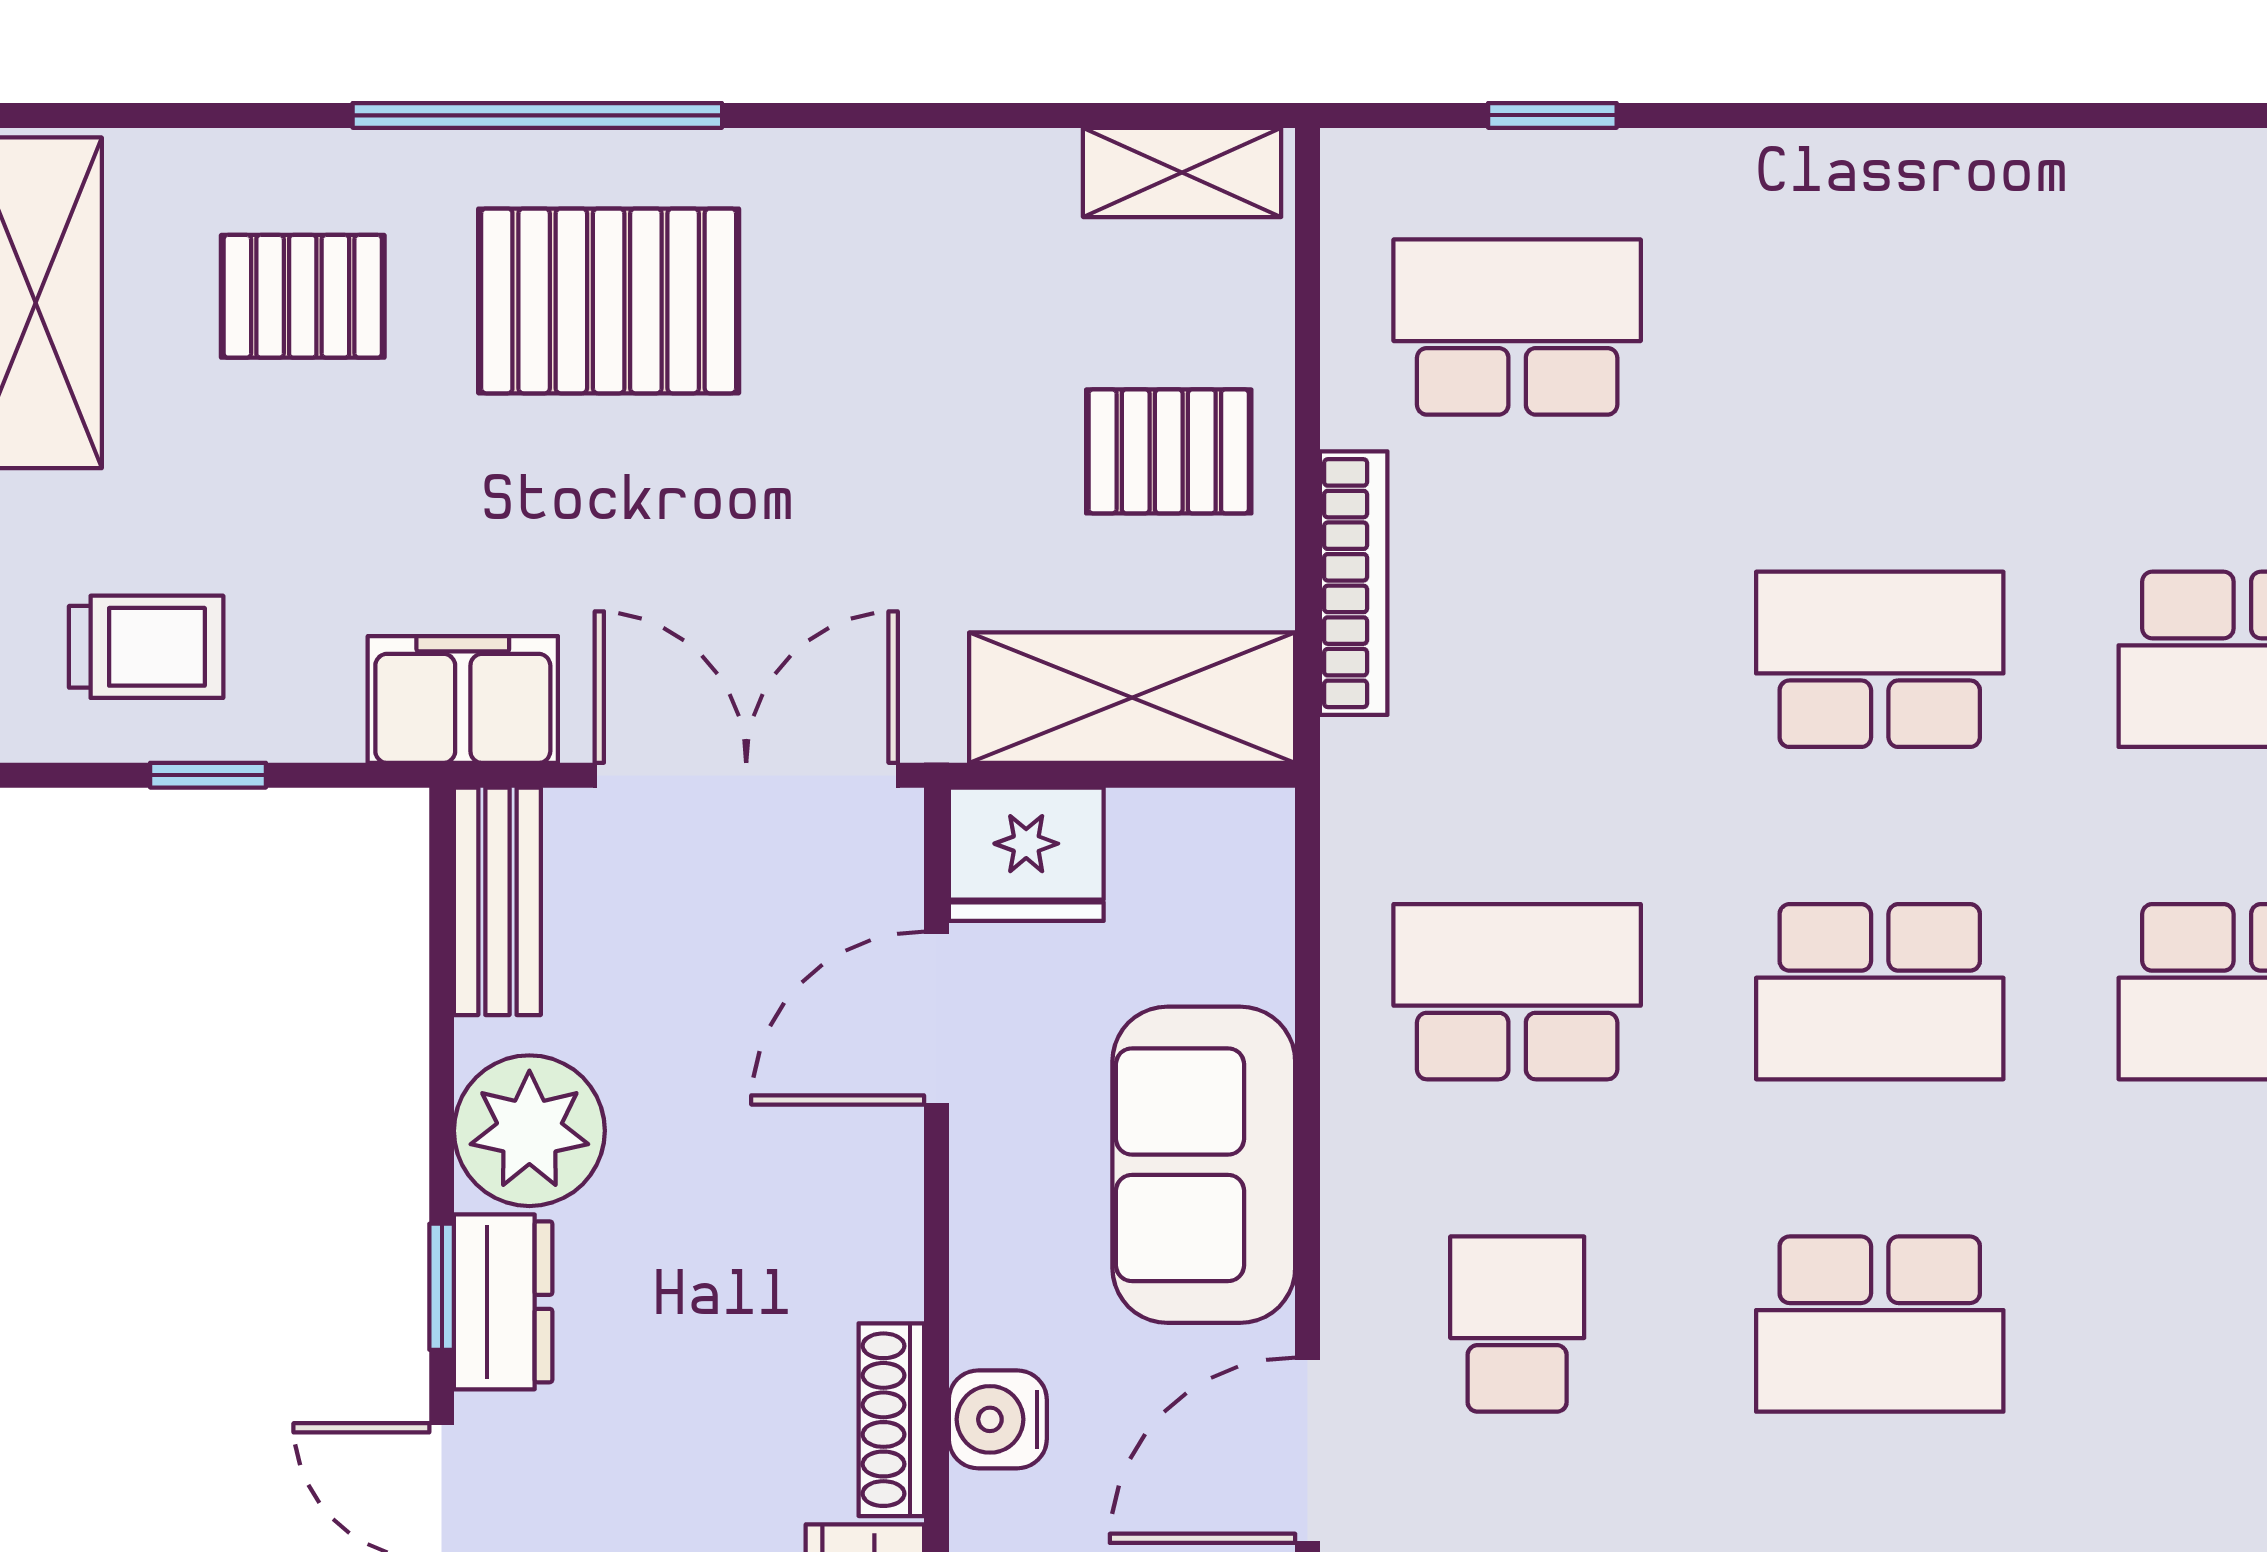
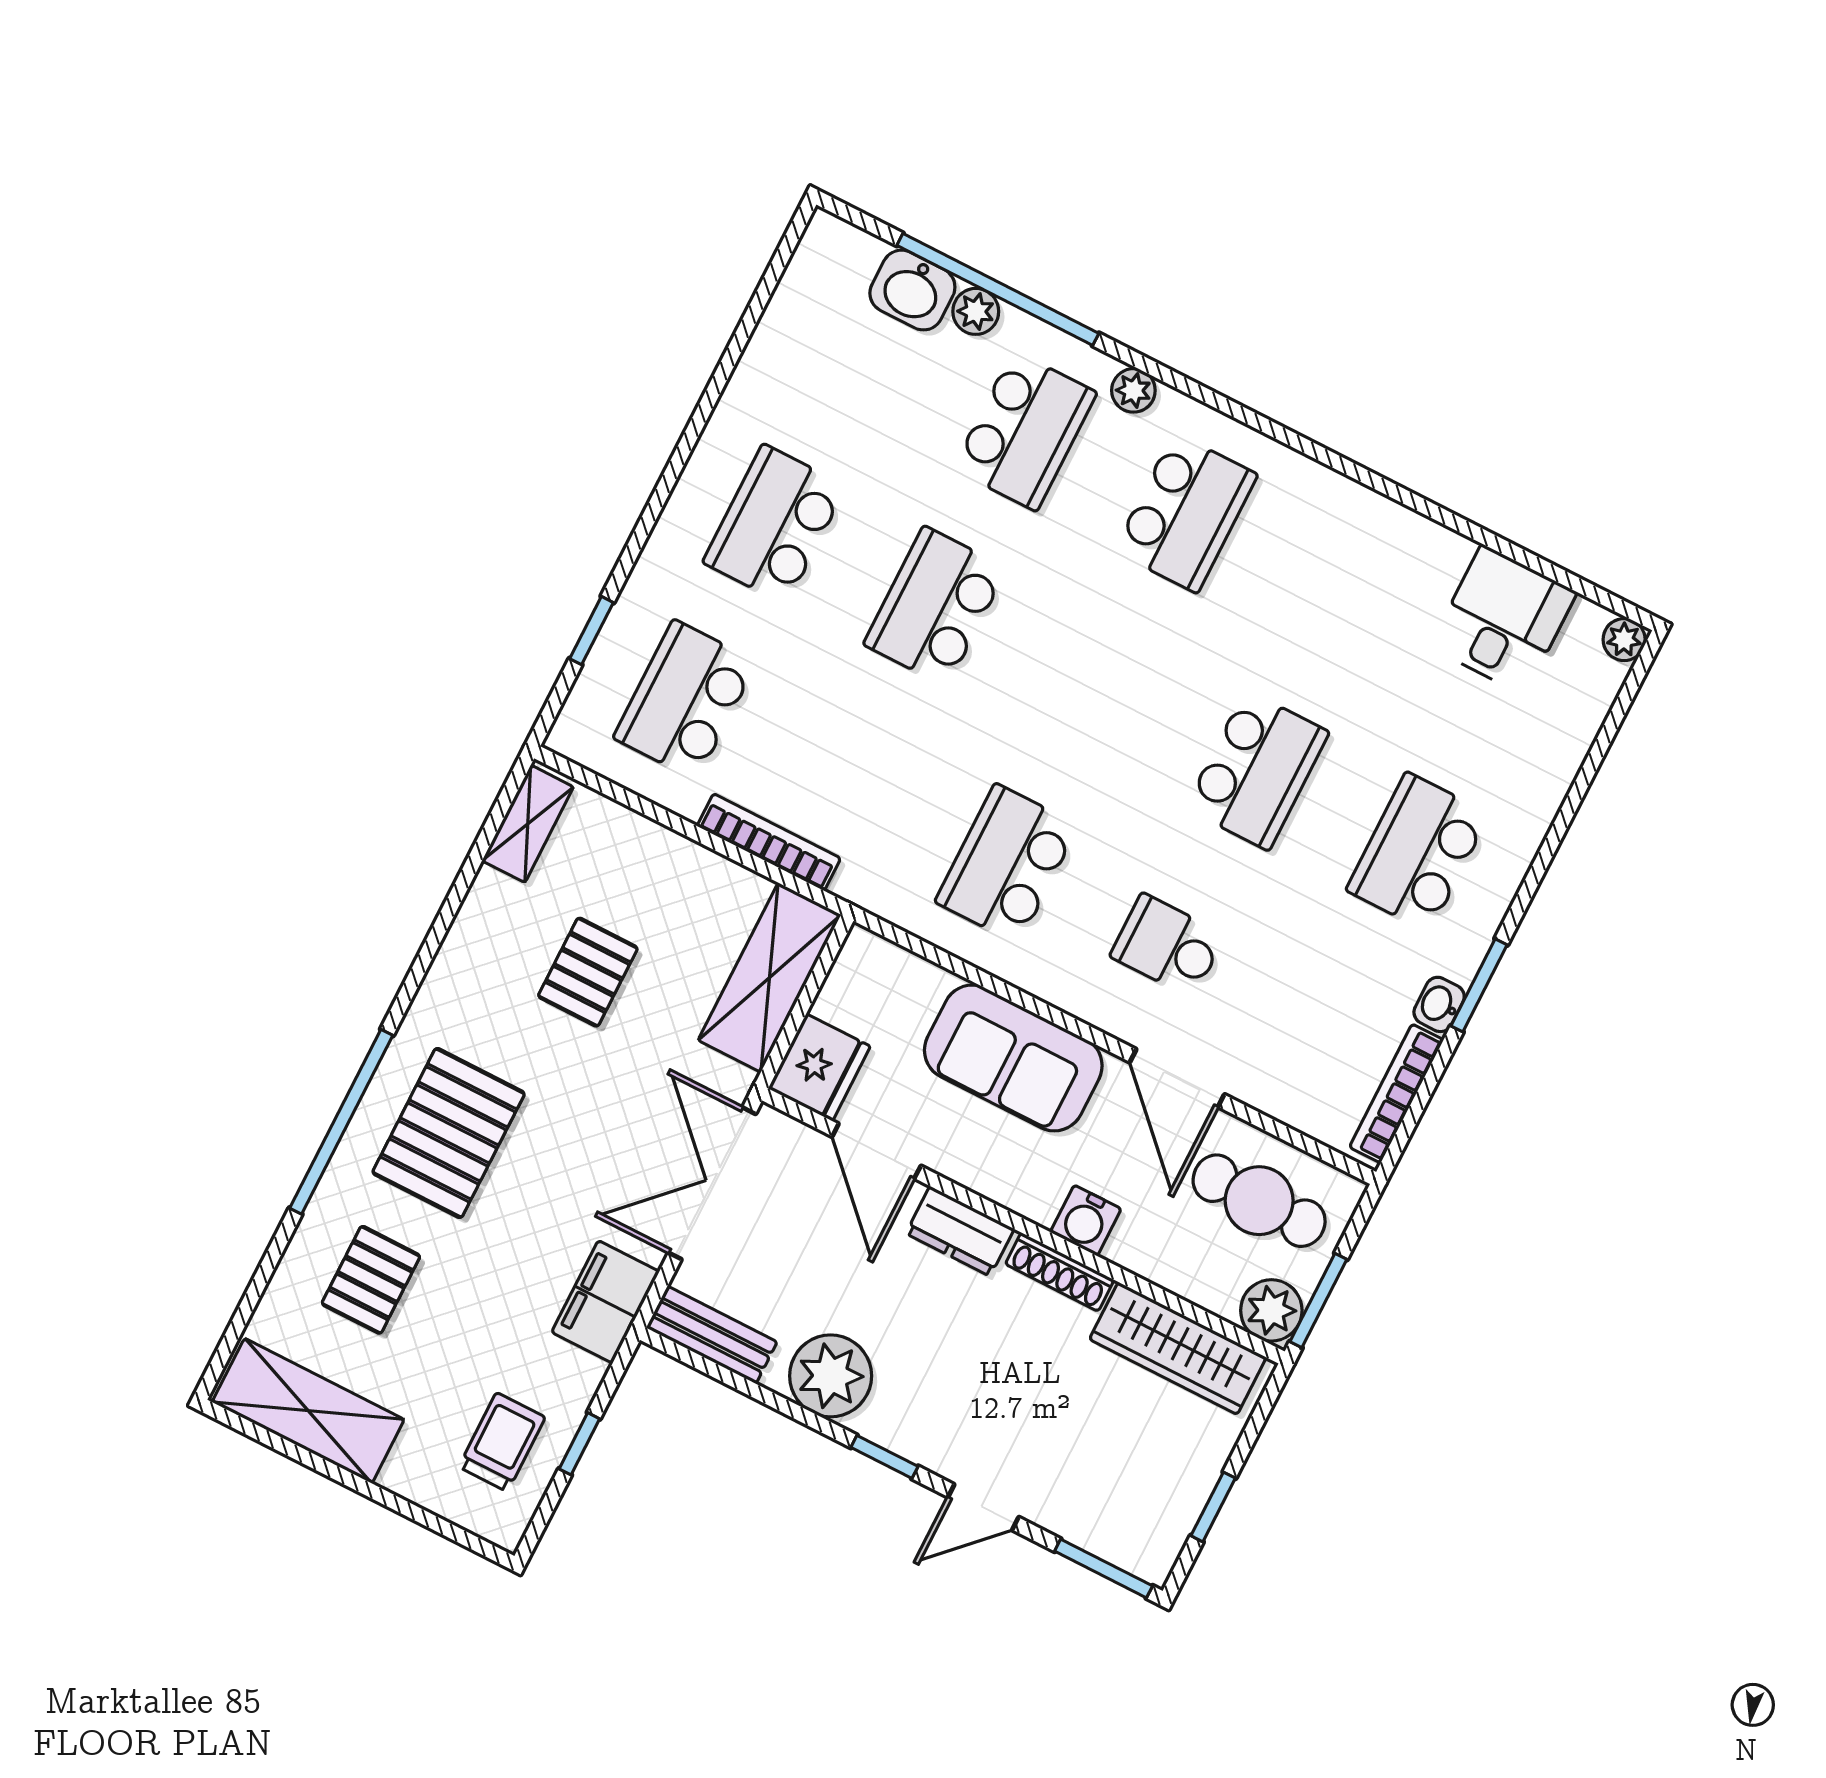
pallet: (1169, 451) -> (588, 972), moved
school desk: (1880, 992) -> (775, 524), moved, turned 180
dresser: (503, 1302) -> (960, 1231), moved, turned 180

